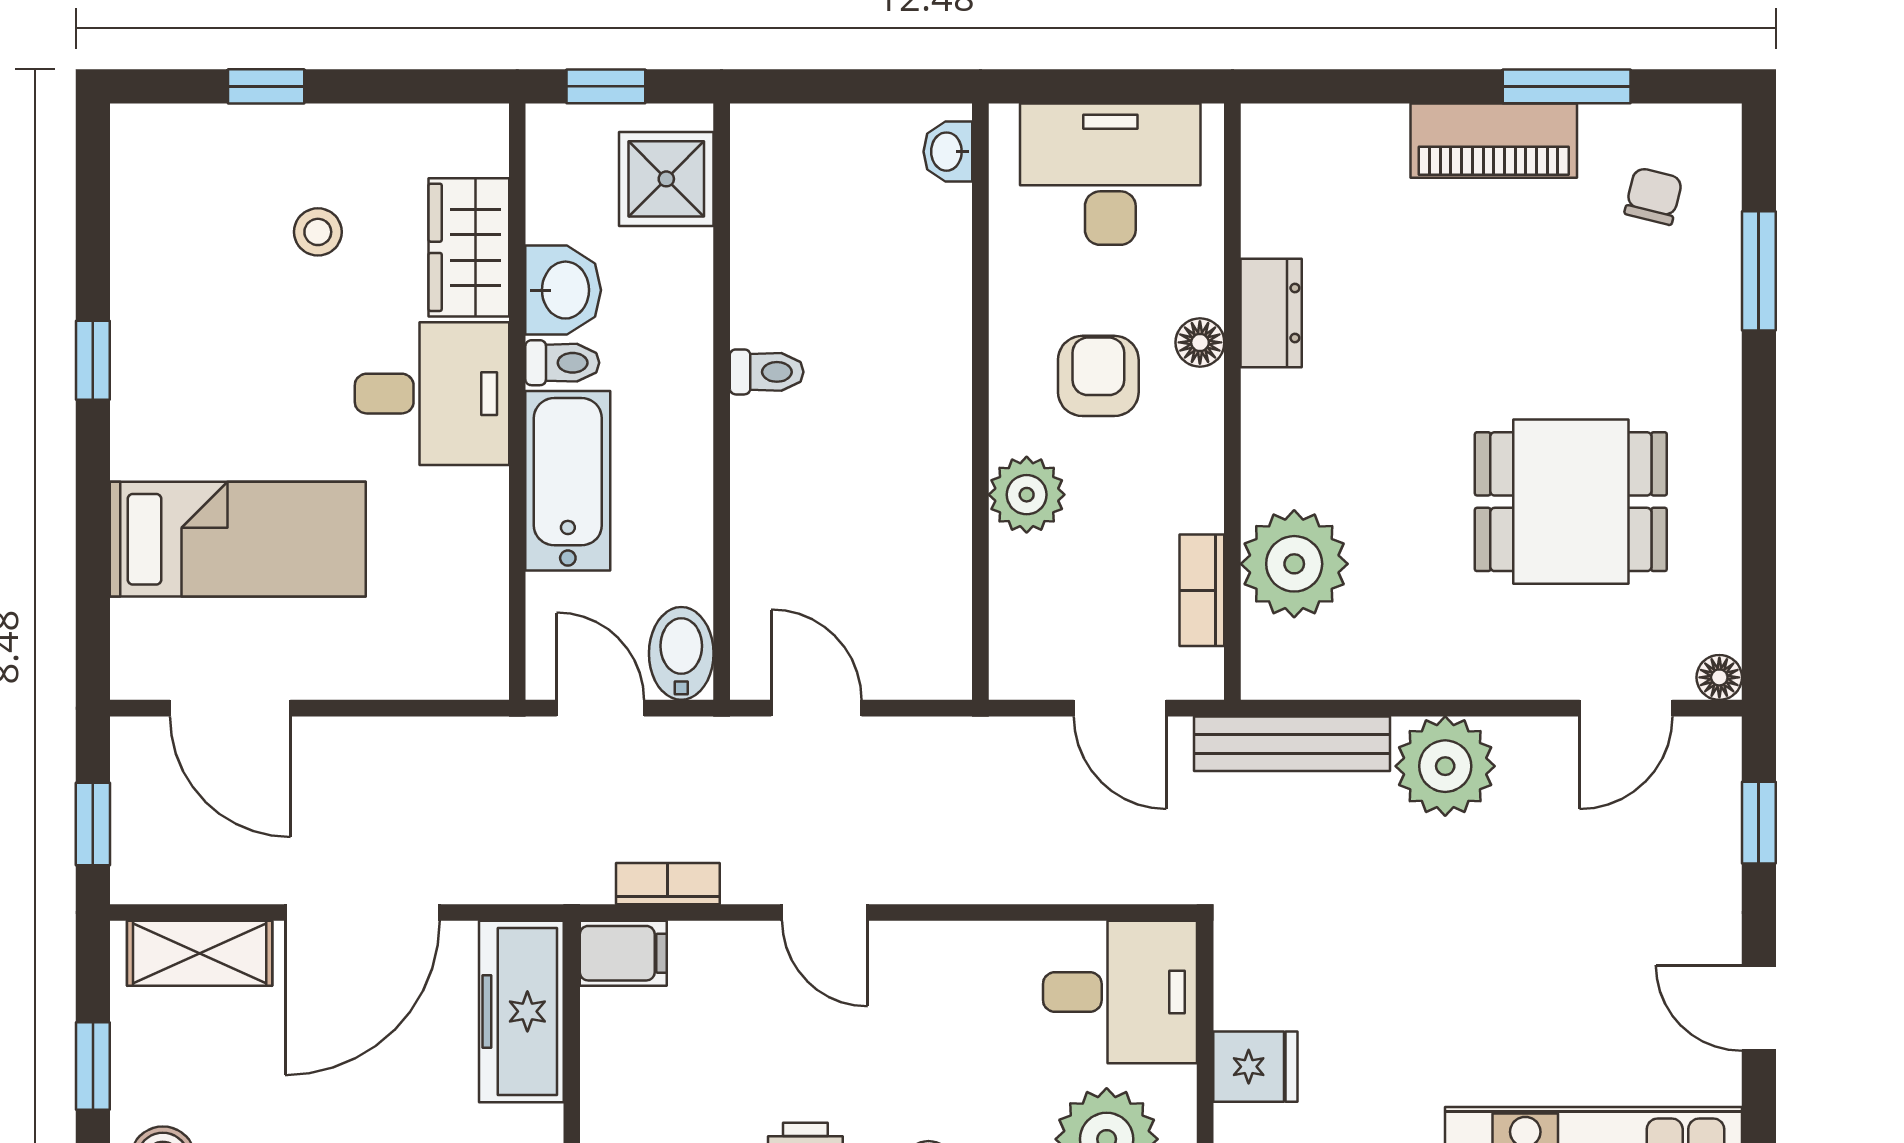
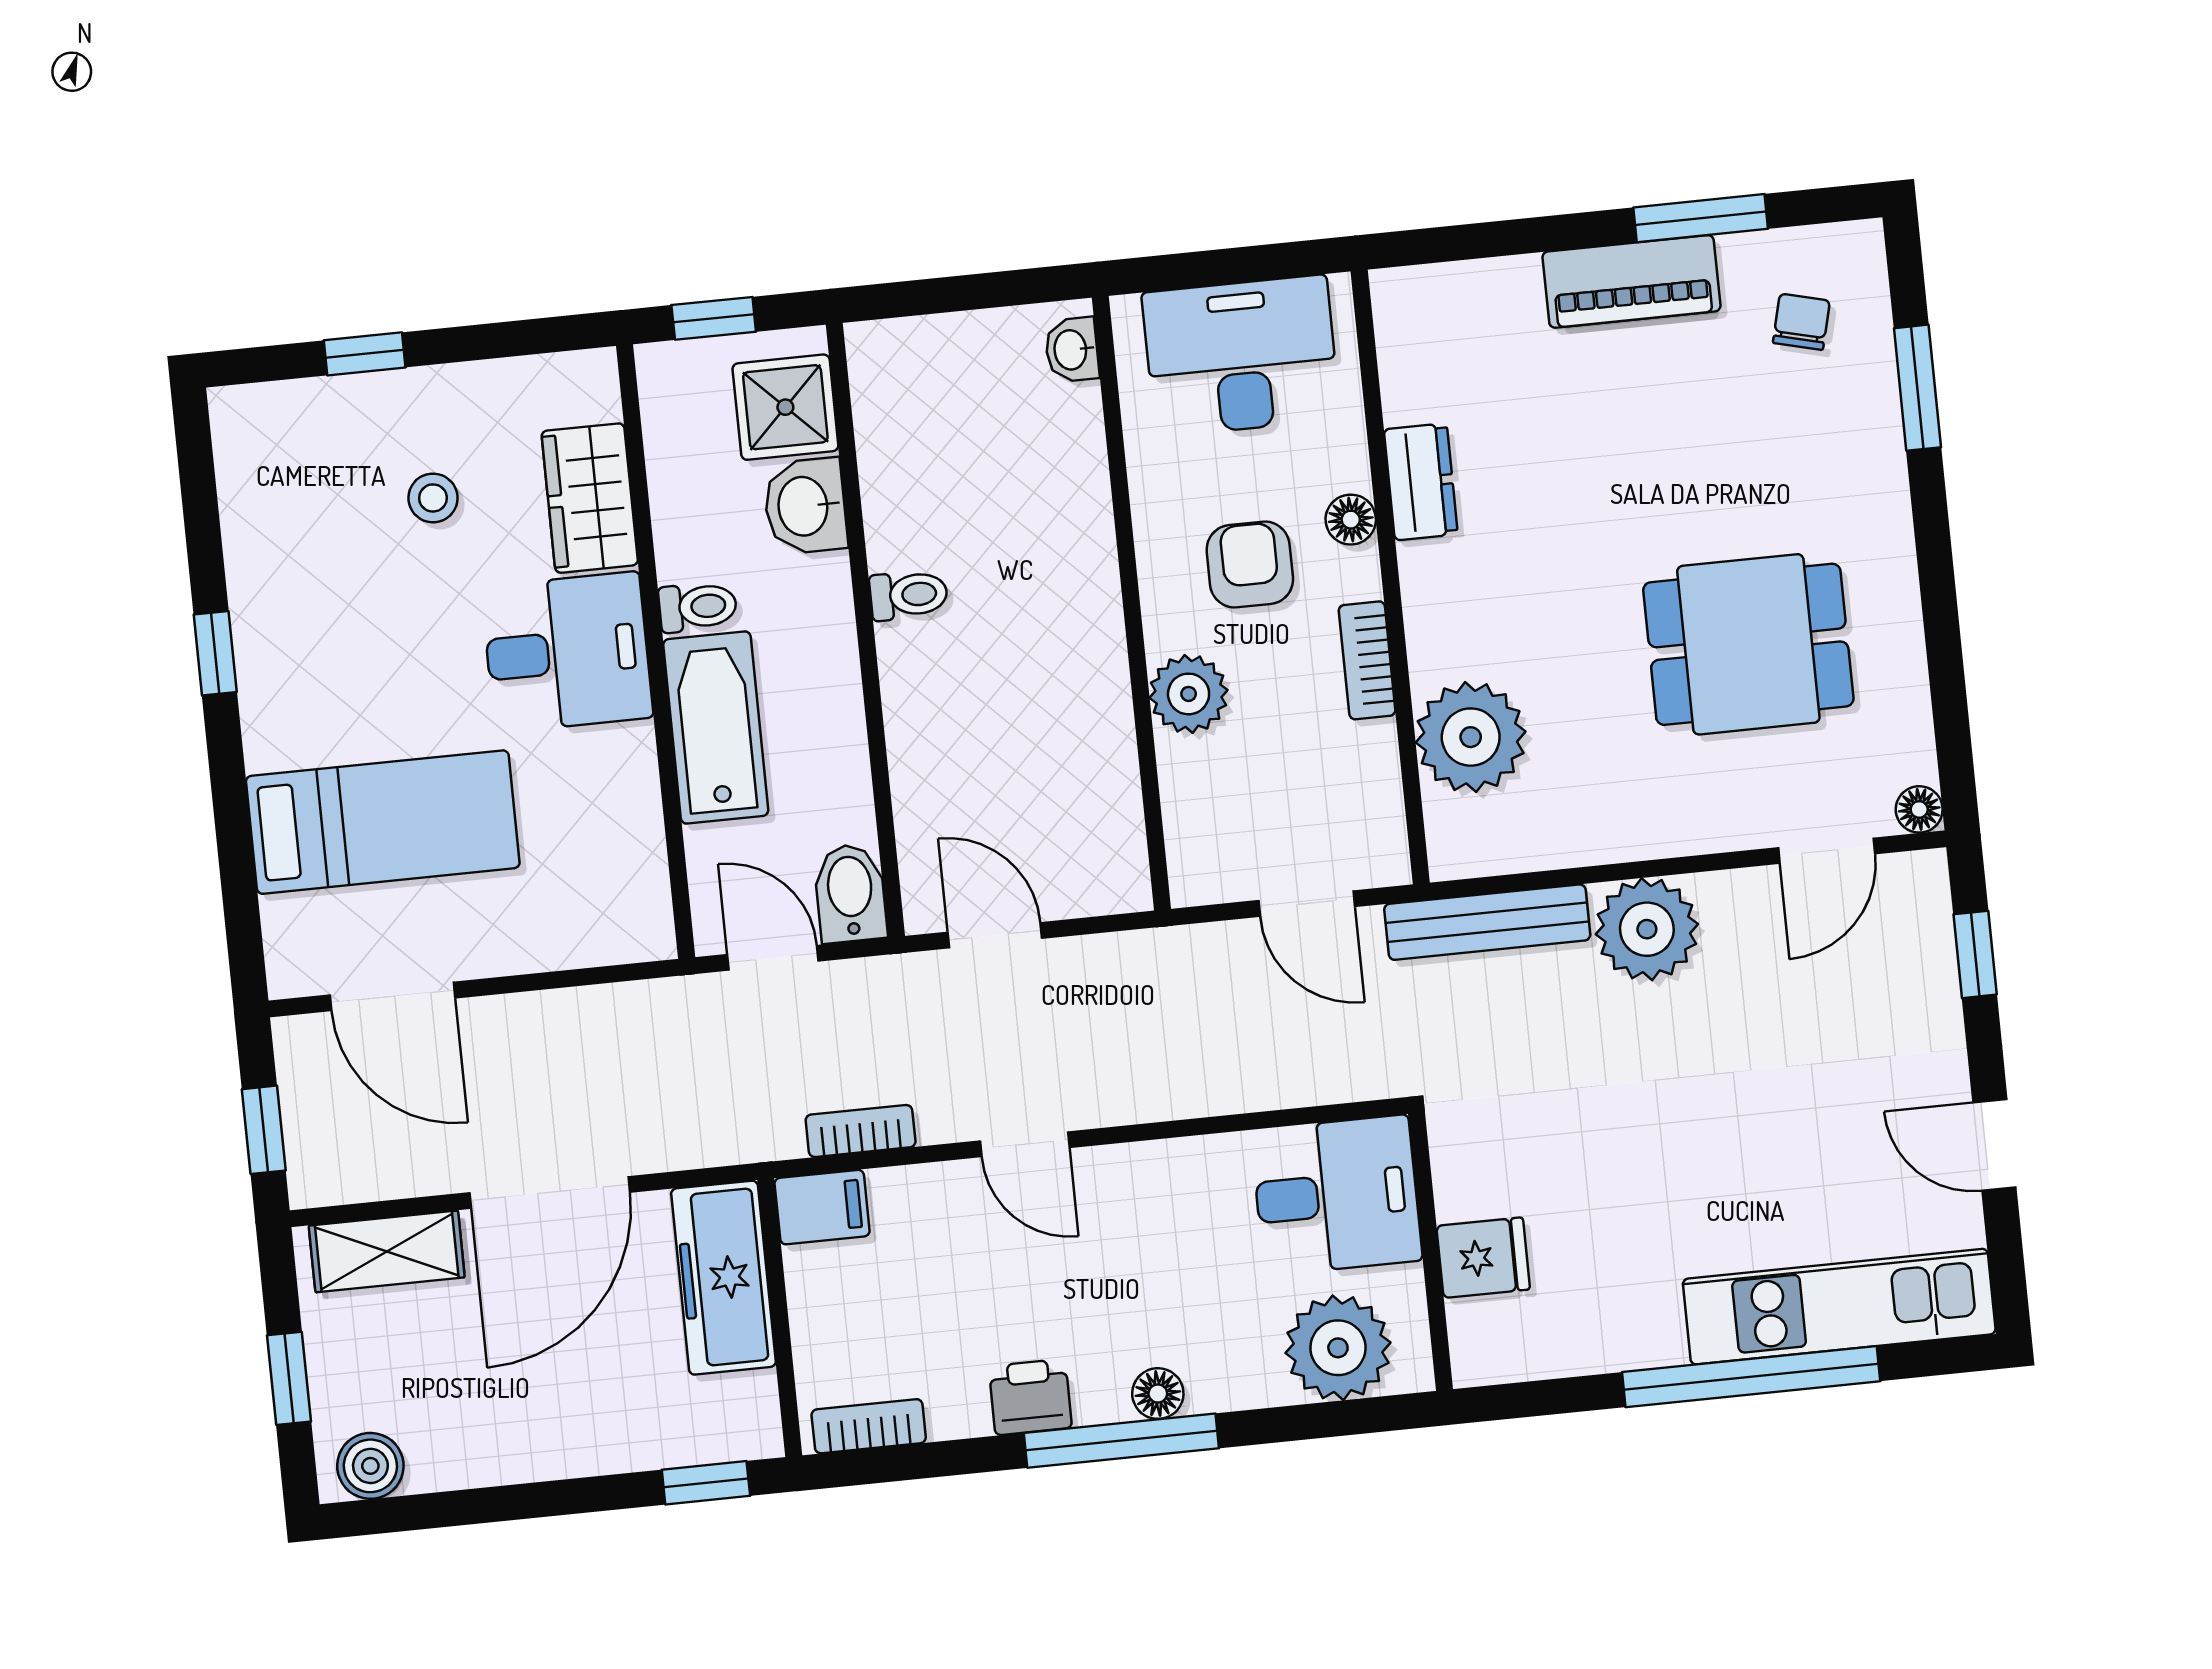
washbasin: (563, 290) -> (805, 506), moved, turned 180
bookcase: (1202, 590) -> (1367, 660), moved

